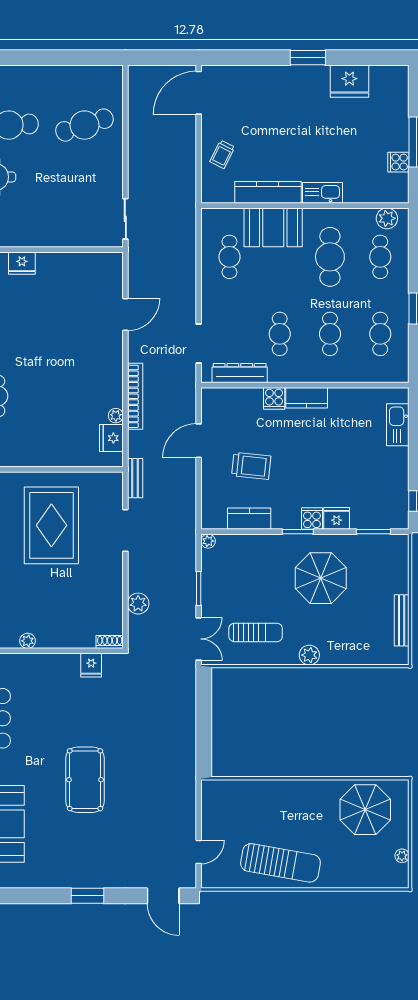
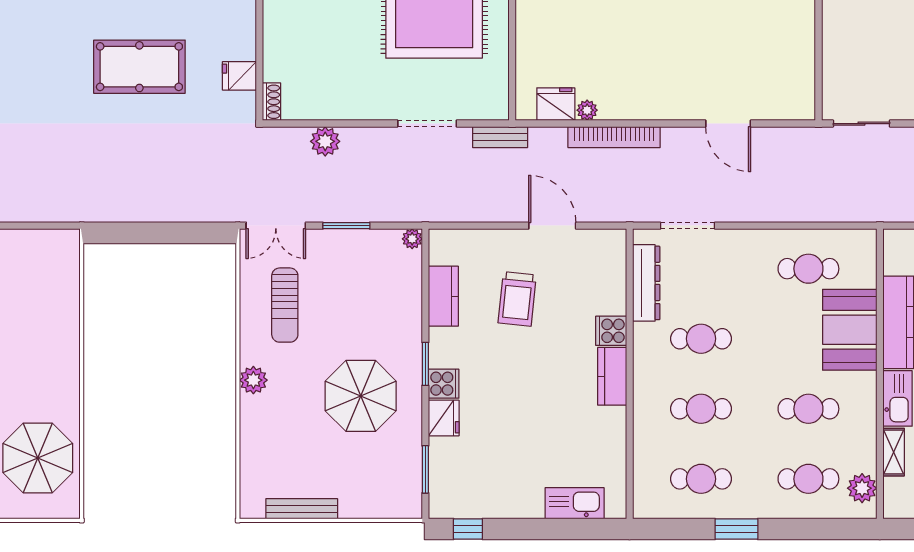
shelving: (361, 196) -> (894, 452), added
cafe table: (330, 257) -> (808, 409), width x0.73, depth x0.74
pool table: (85, 780) -> (139, 67), moved

